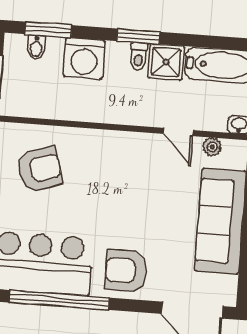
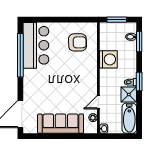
washing machine: (84, 58) -> (108, 59), moved, turned 180
armchair: (40, 169) -> (78, 42), turned -74
armchair: (126, 271) -> (36, 84), removed

